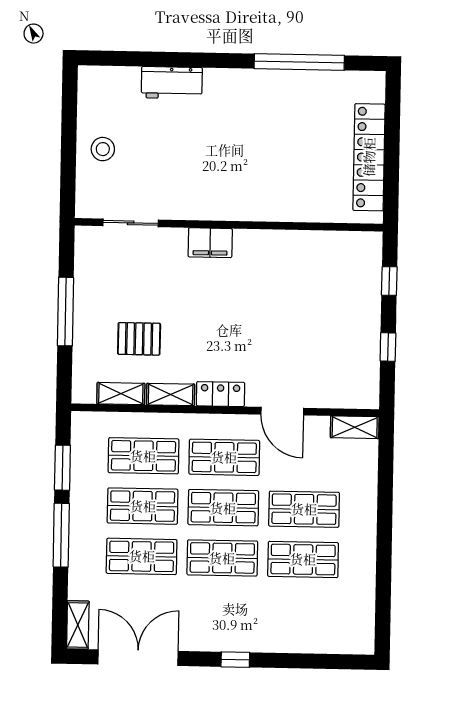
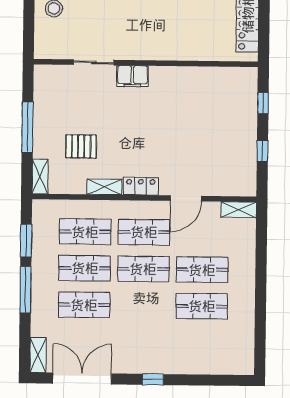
sliding door: (131, 223) -> (94, 62), moved
shelving: (121, 394) -> (40, 177), moved, turned 90
door: (282, 411) -> (186, 198), hinge flipped
shop shelf: (222, 558) -> (143, 306), removed

